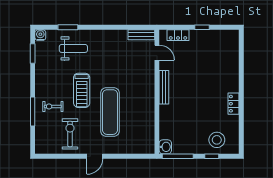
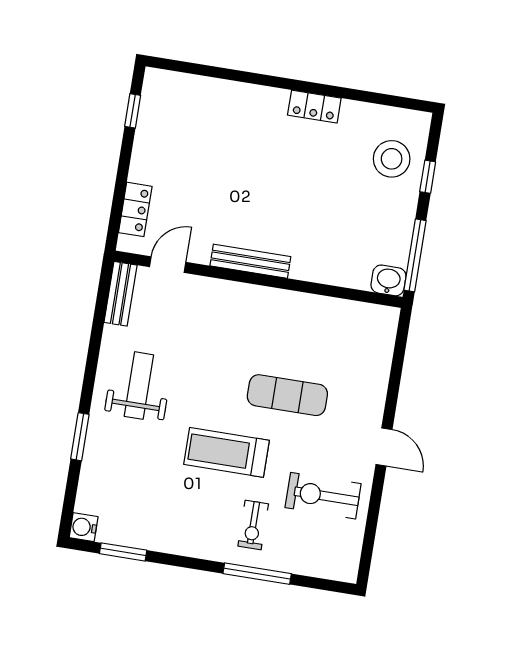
window: (68, 27) -> (80, 437), moved
window: (202, 27) -> (133, 111), moved
weight bench: (73, 48) -> (139, 386), moved
treadmill: (82, 90) -> (227, 452), turned 180
exercise mat: (110, 112) -> (287, 395), width x0.73, depth x0.69

